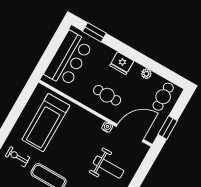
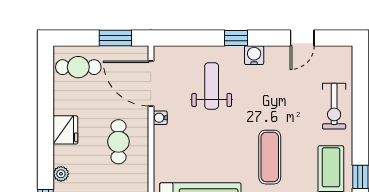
fridge: (122, 63) -> (65, 130), moved
plant: (146, 74) -> (61, 174), moved

